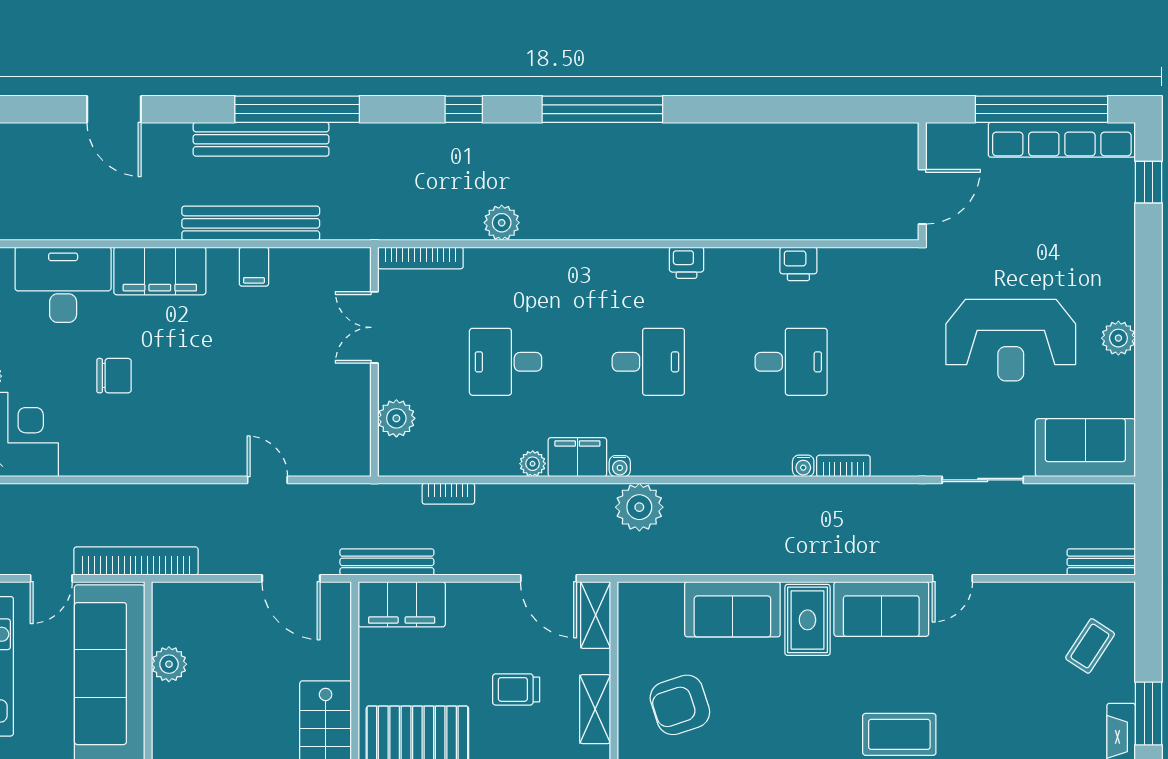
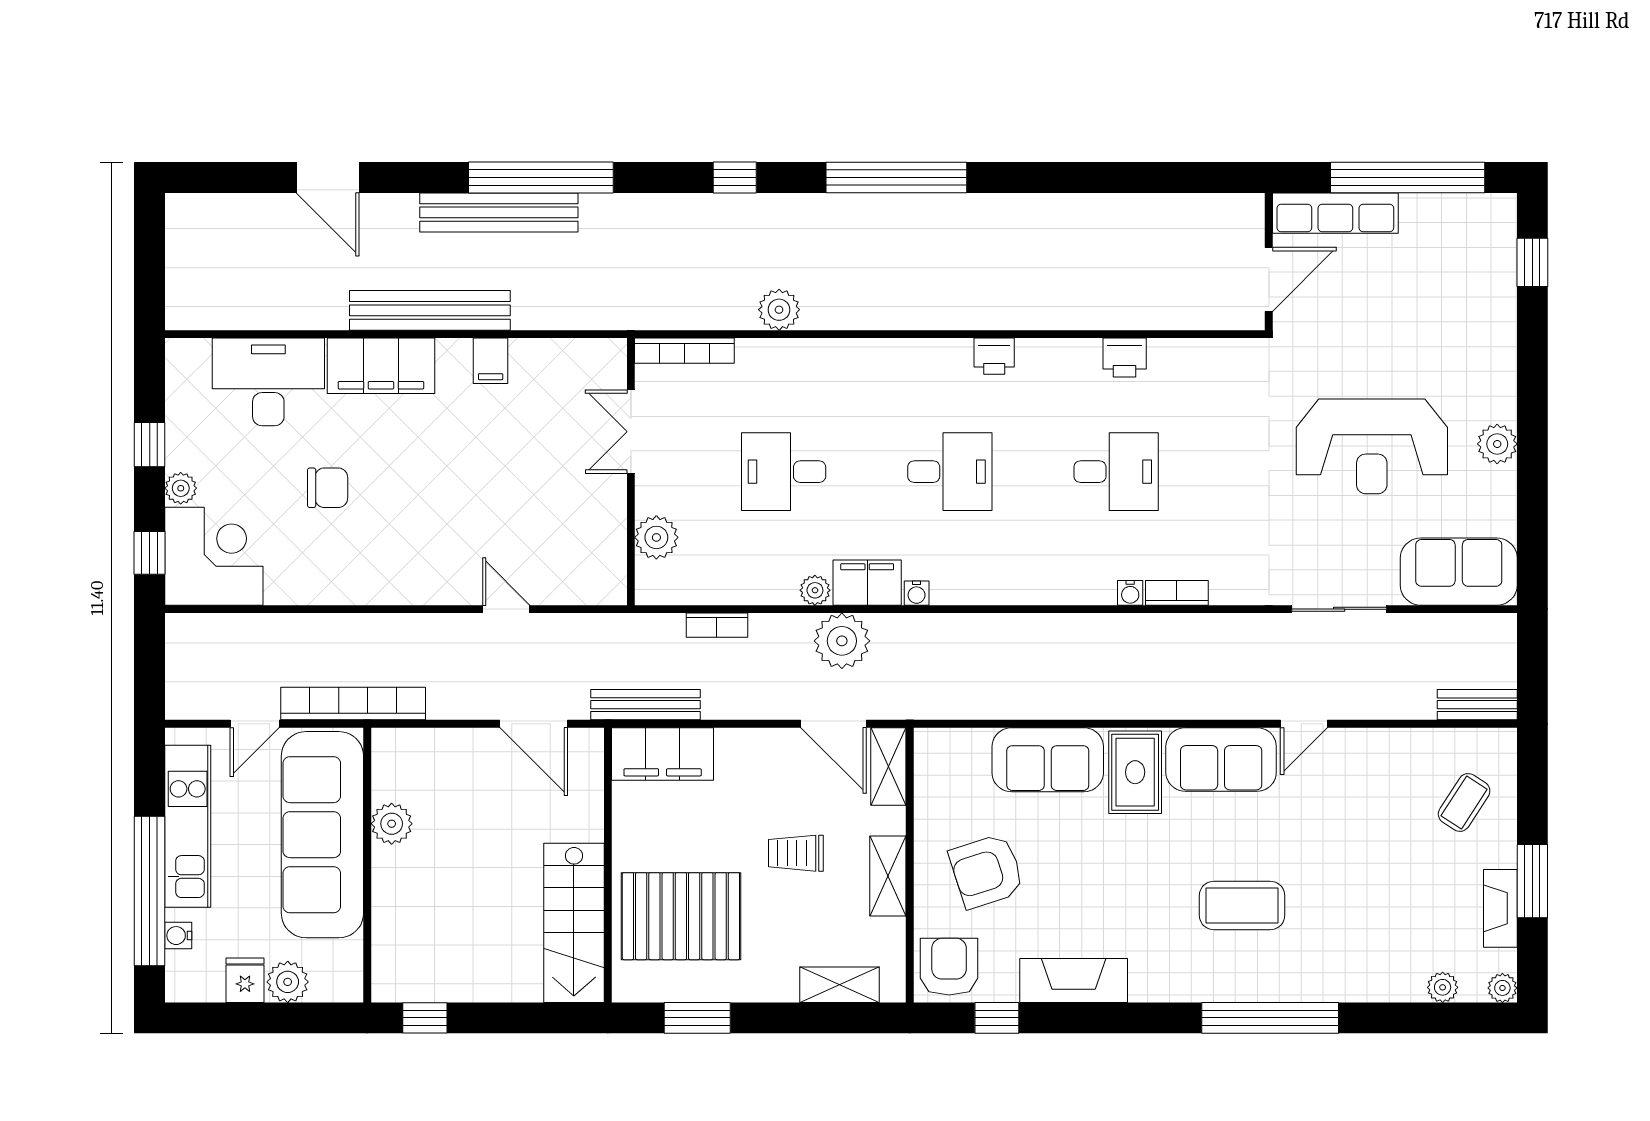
row of seats: (1062, 140) -> (1335, 213), moved, width x0.73
bench: (251, 223) -> (430, 310), moved
plant: (639, 507) -> (842, 641), moved

